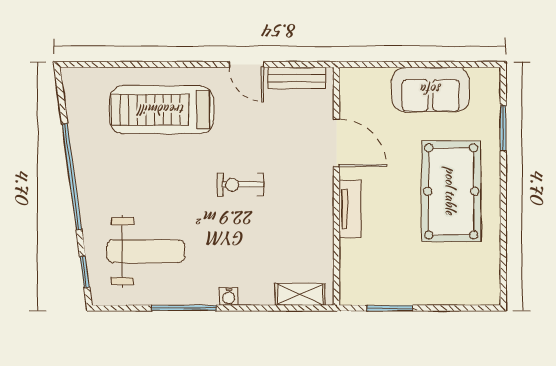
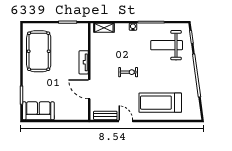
sofa: (431, 90) -> (38, 111), moved
treadmill: (162, 110) -> (160, 103), turned 180
pool table: (451, 191) -> (39, 51), moved

